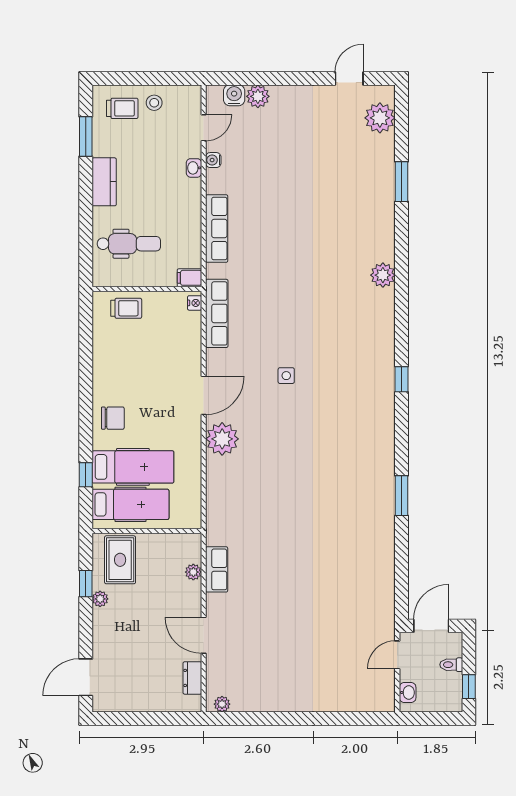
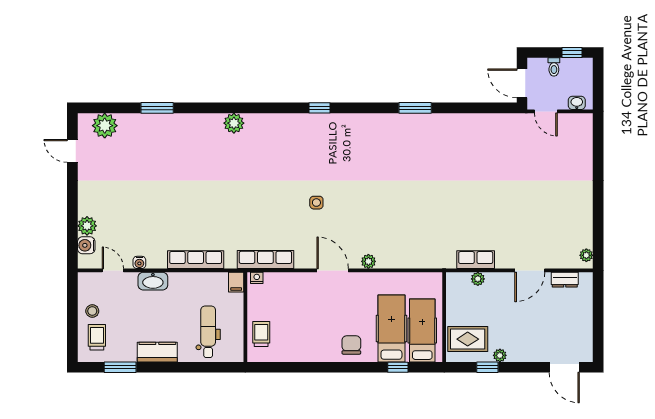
washbasin: (194, 168) -> (153, 281), width x1.91, depth x1.45
plant: (222, 439) -> (368, 261), width x0.53, depth x0.53

